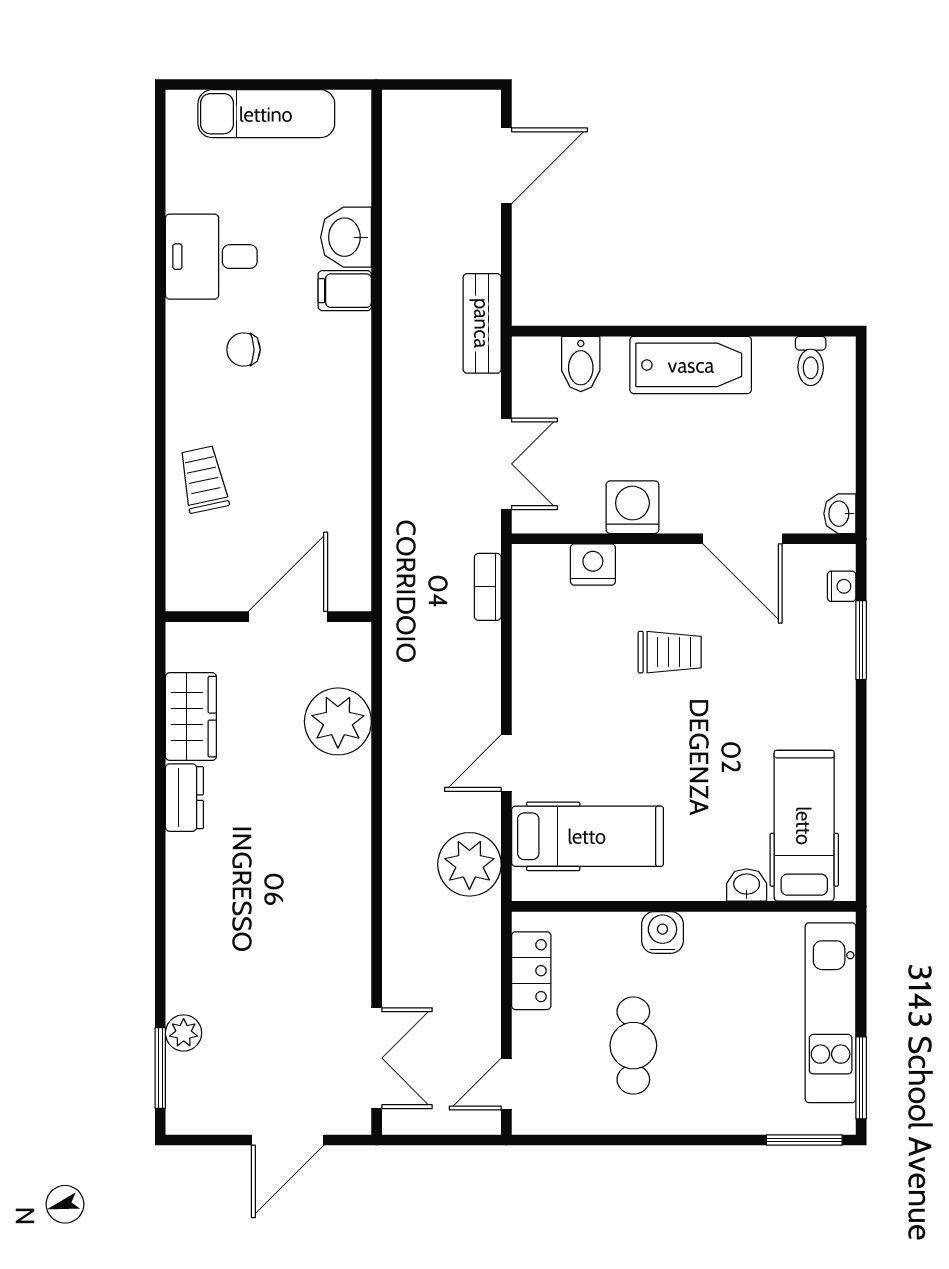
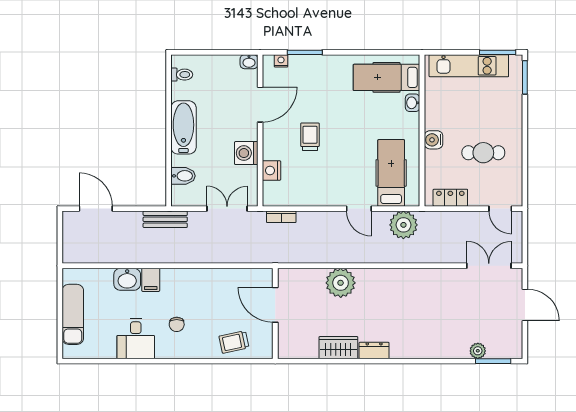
wall: (268, 617) -> (275, 313), moved
door: (288, 617) -> (275, 305), moved

